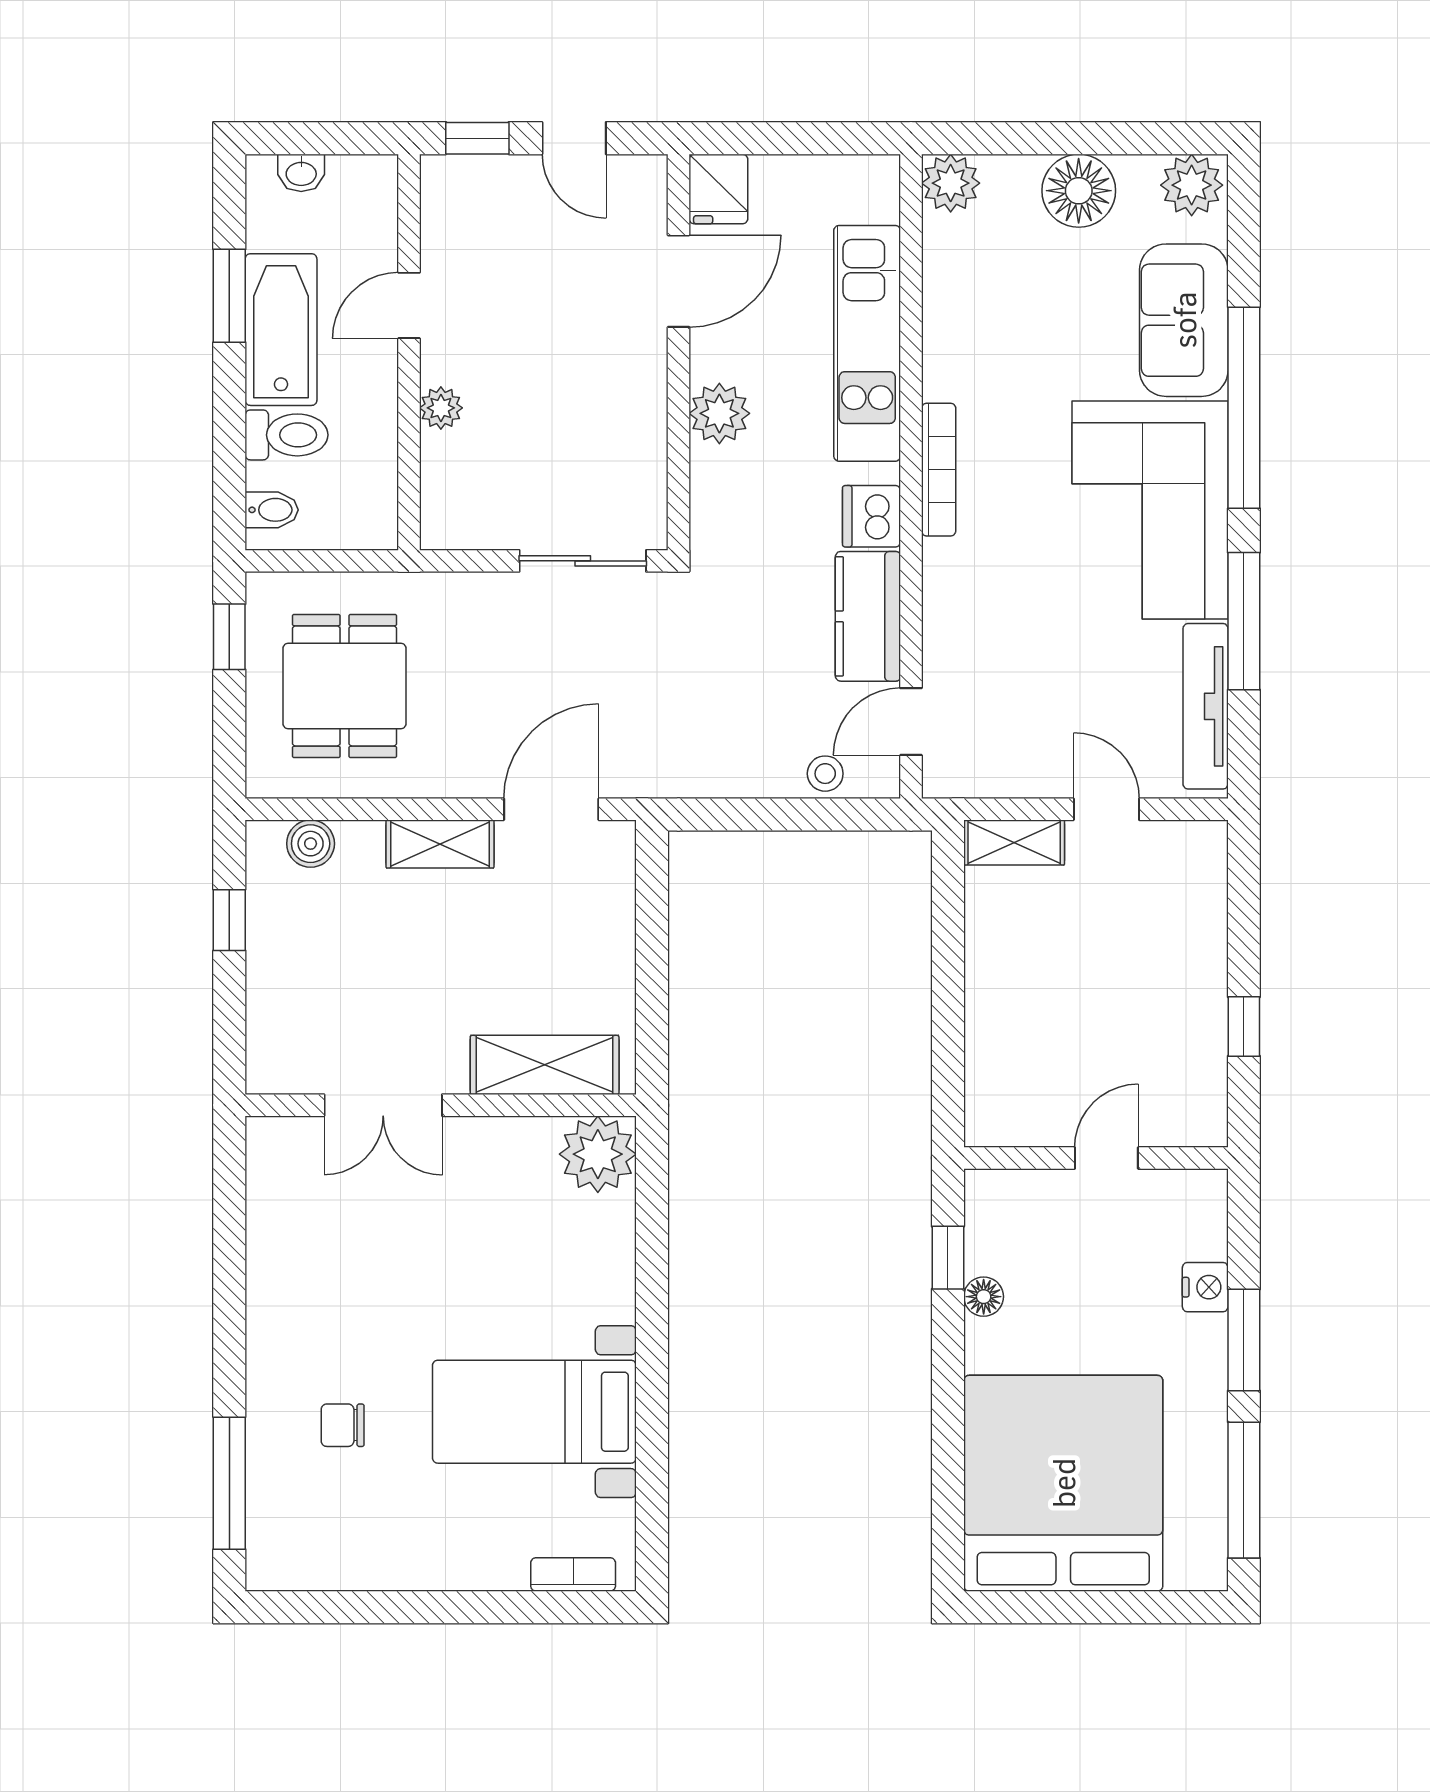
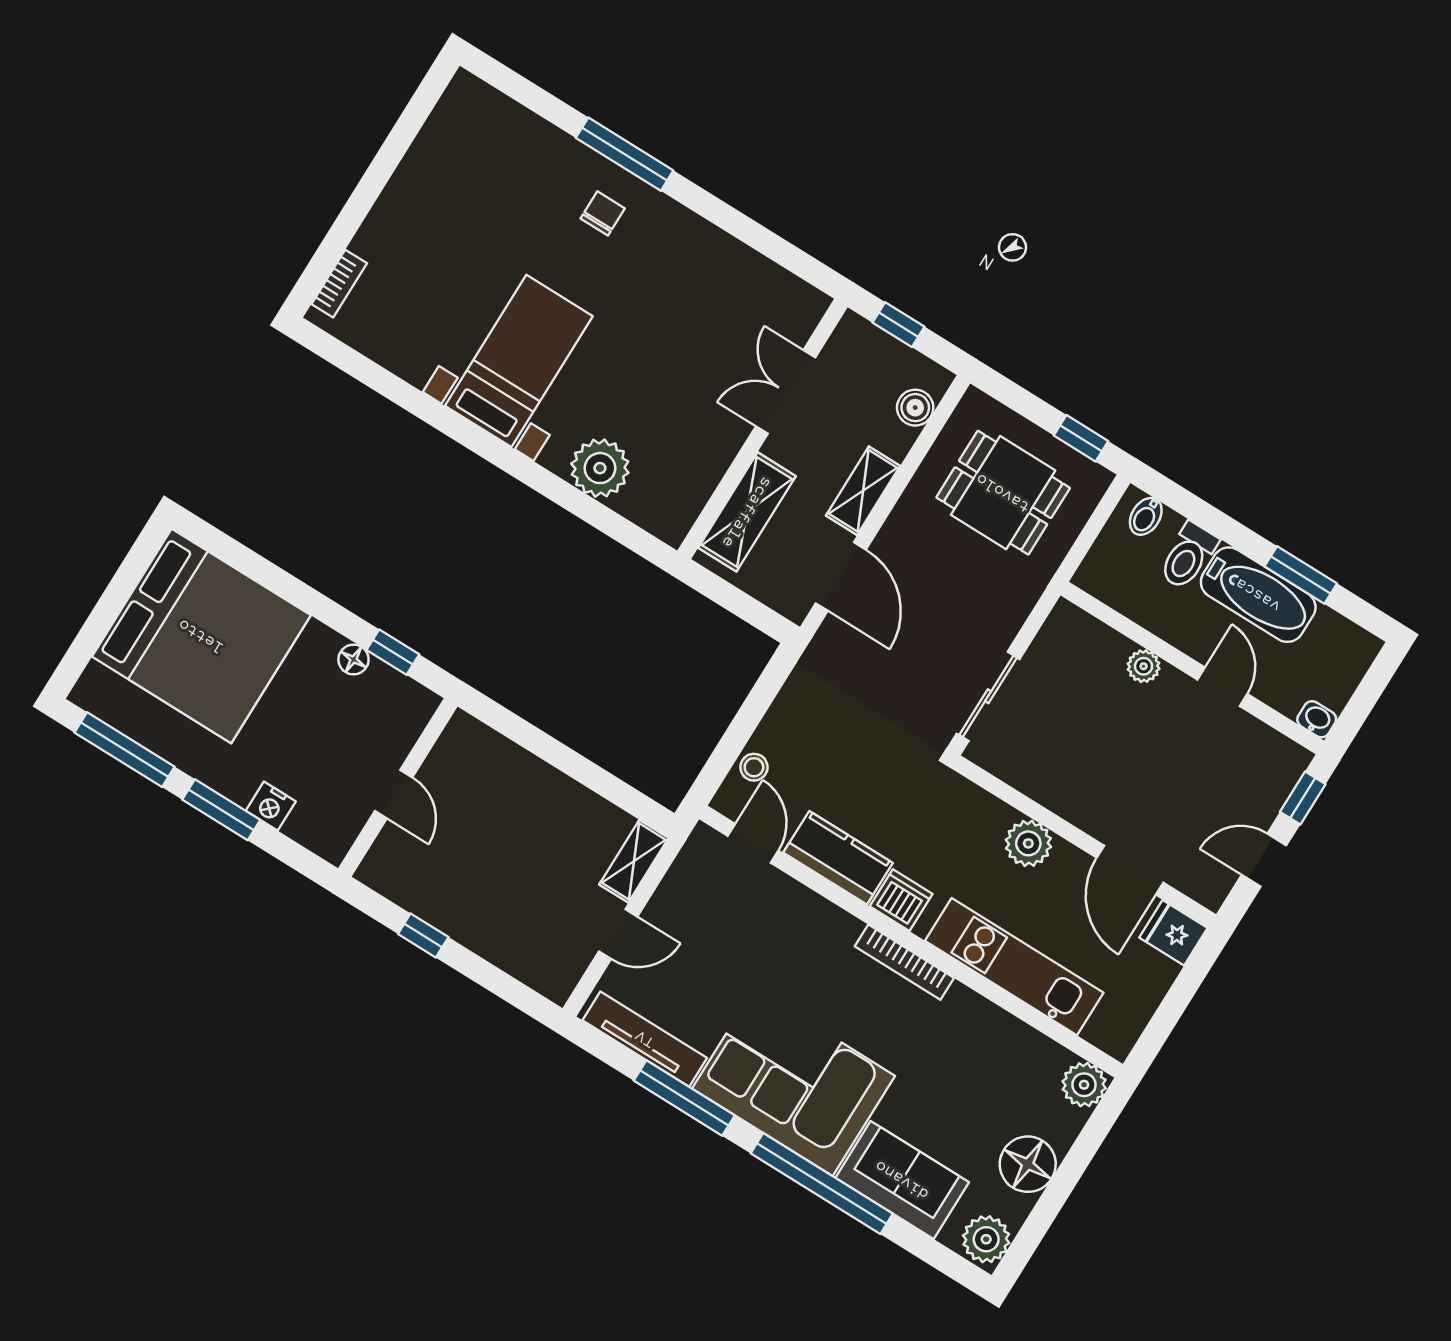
washbasin: (301, 173) -> (1317, 719), moved, turned 90
shelving: (545, 1065) -> (747, 512), moved
double door: (383, 1105) -> (786, 392), moved
wall: (441, 1105) -> (763, 429), moved
bed with nightstands: (534, 1412) -> (519, 361), moved
chair: (343, 1425) -> (603, 213), moved
window: (229, 1483) -> (625, 154), moved

